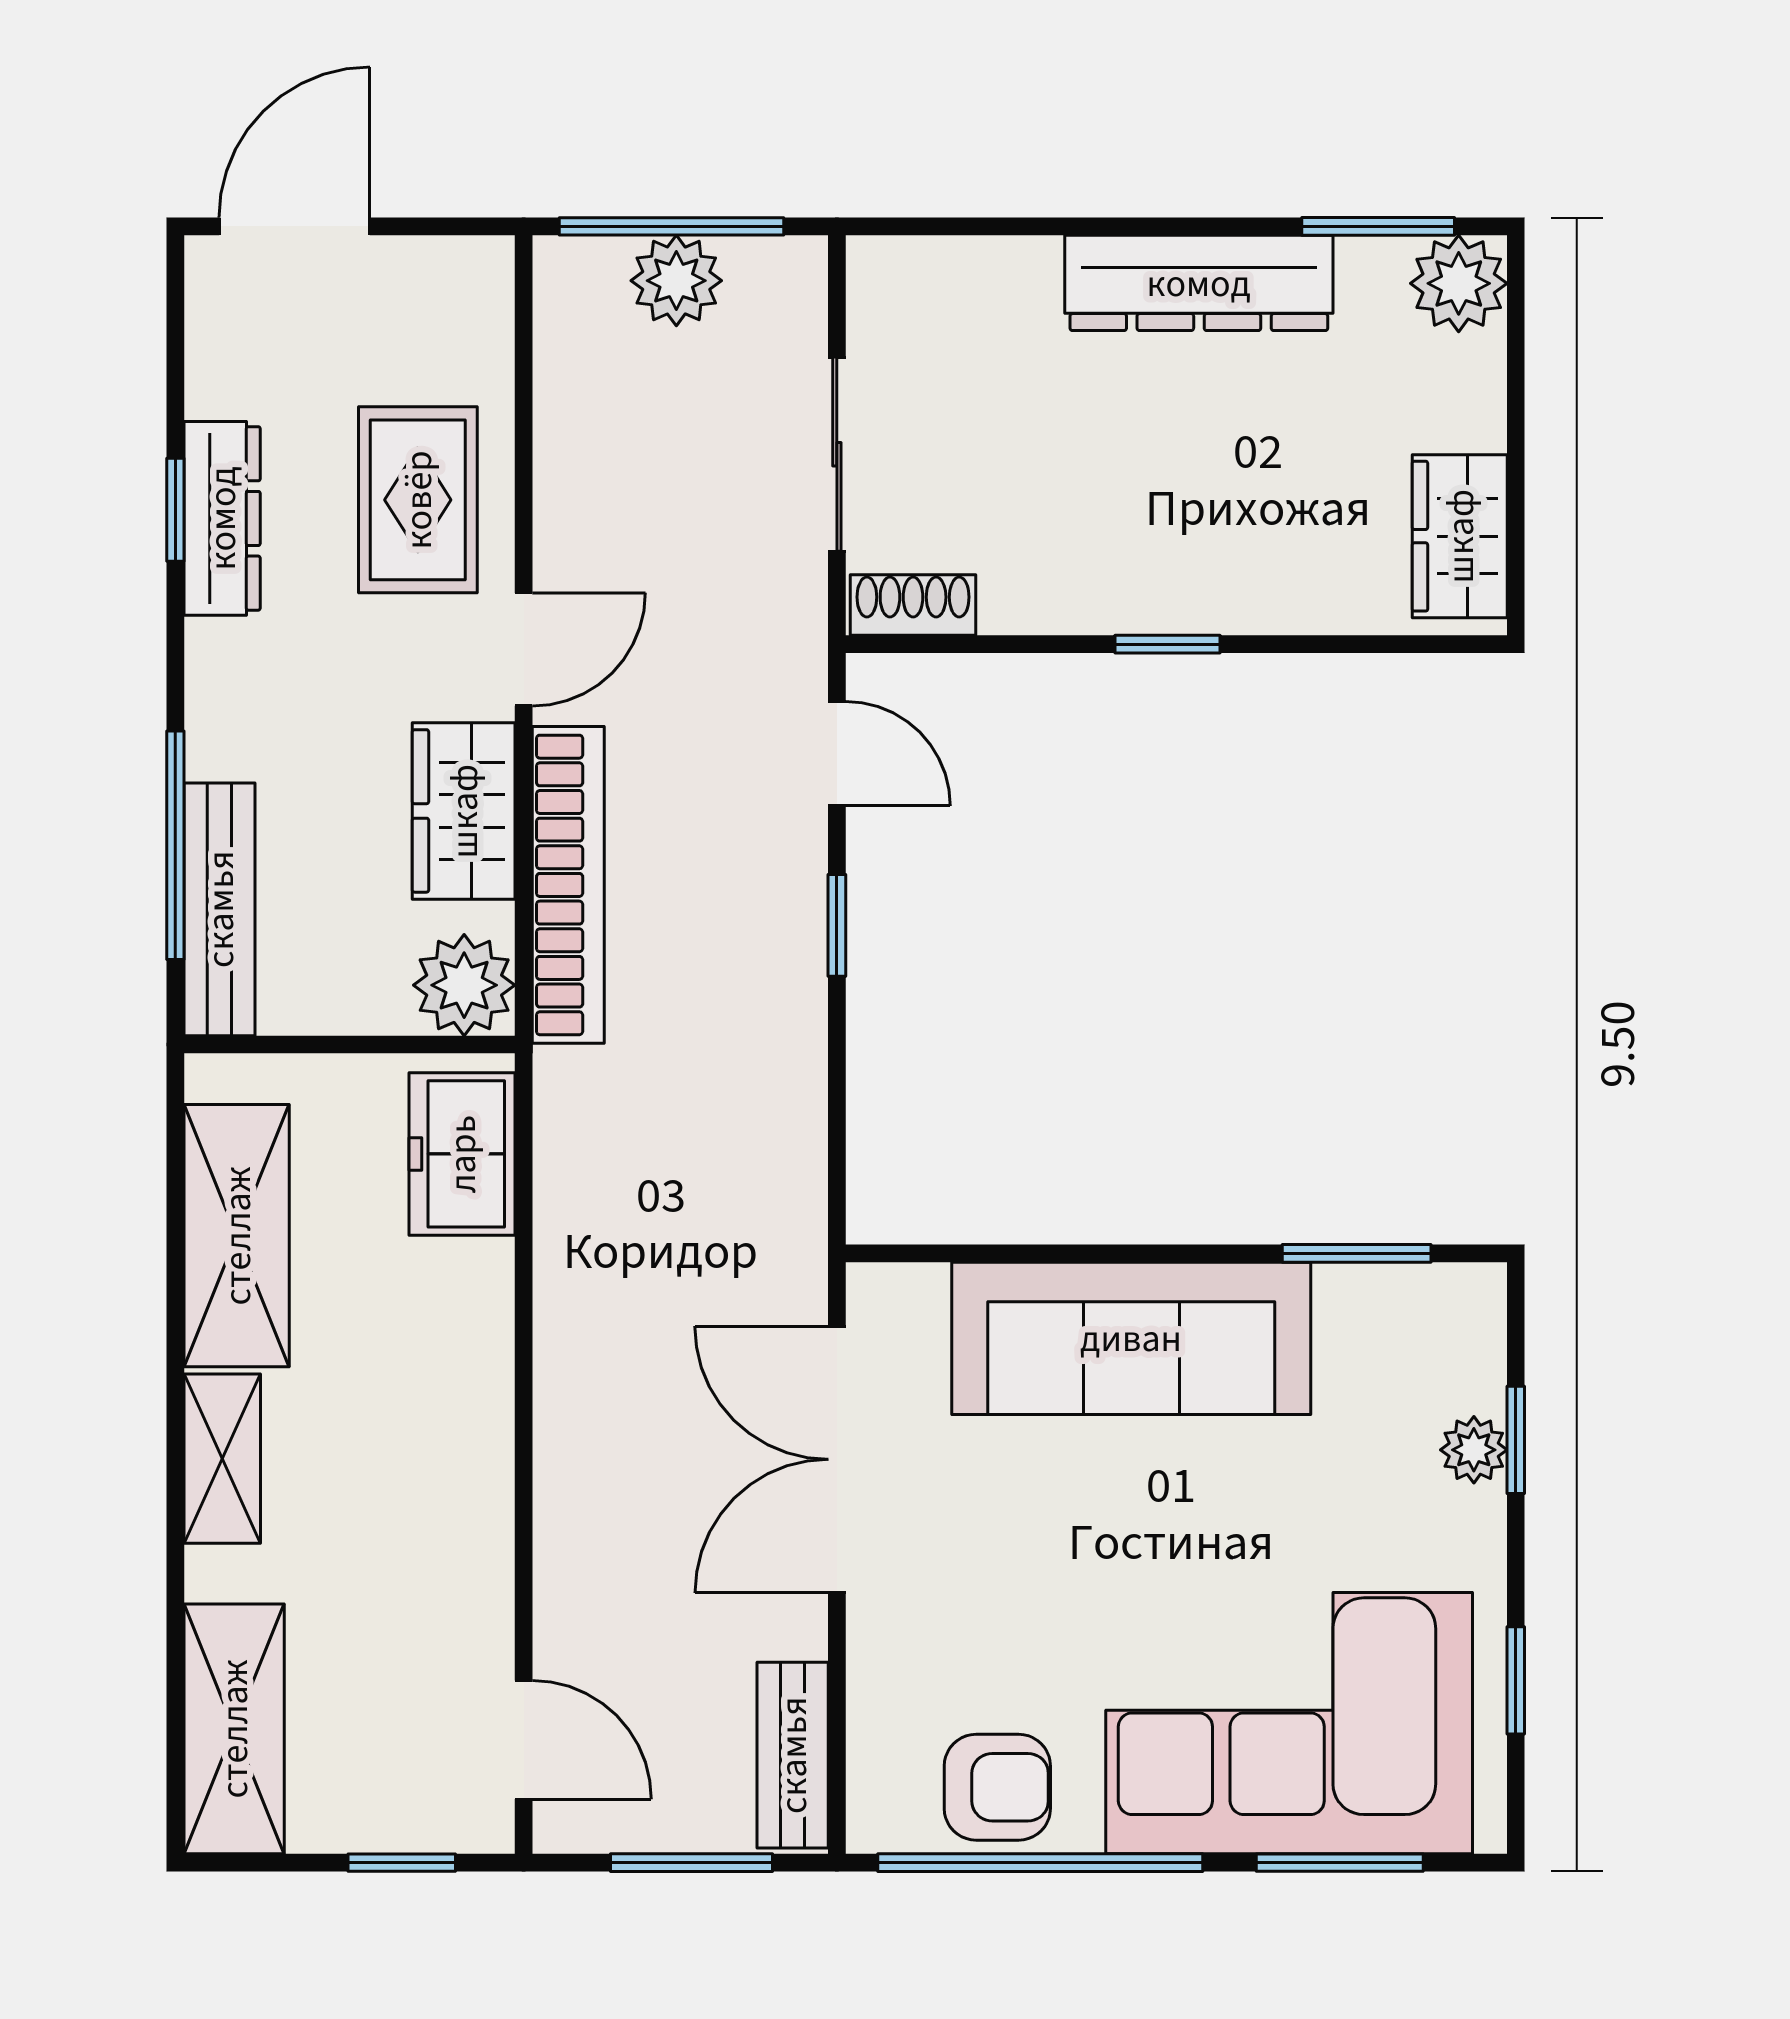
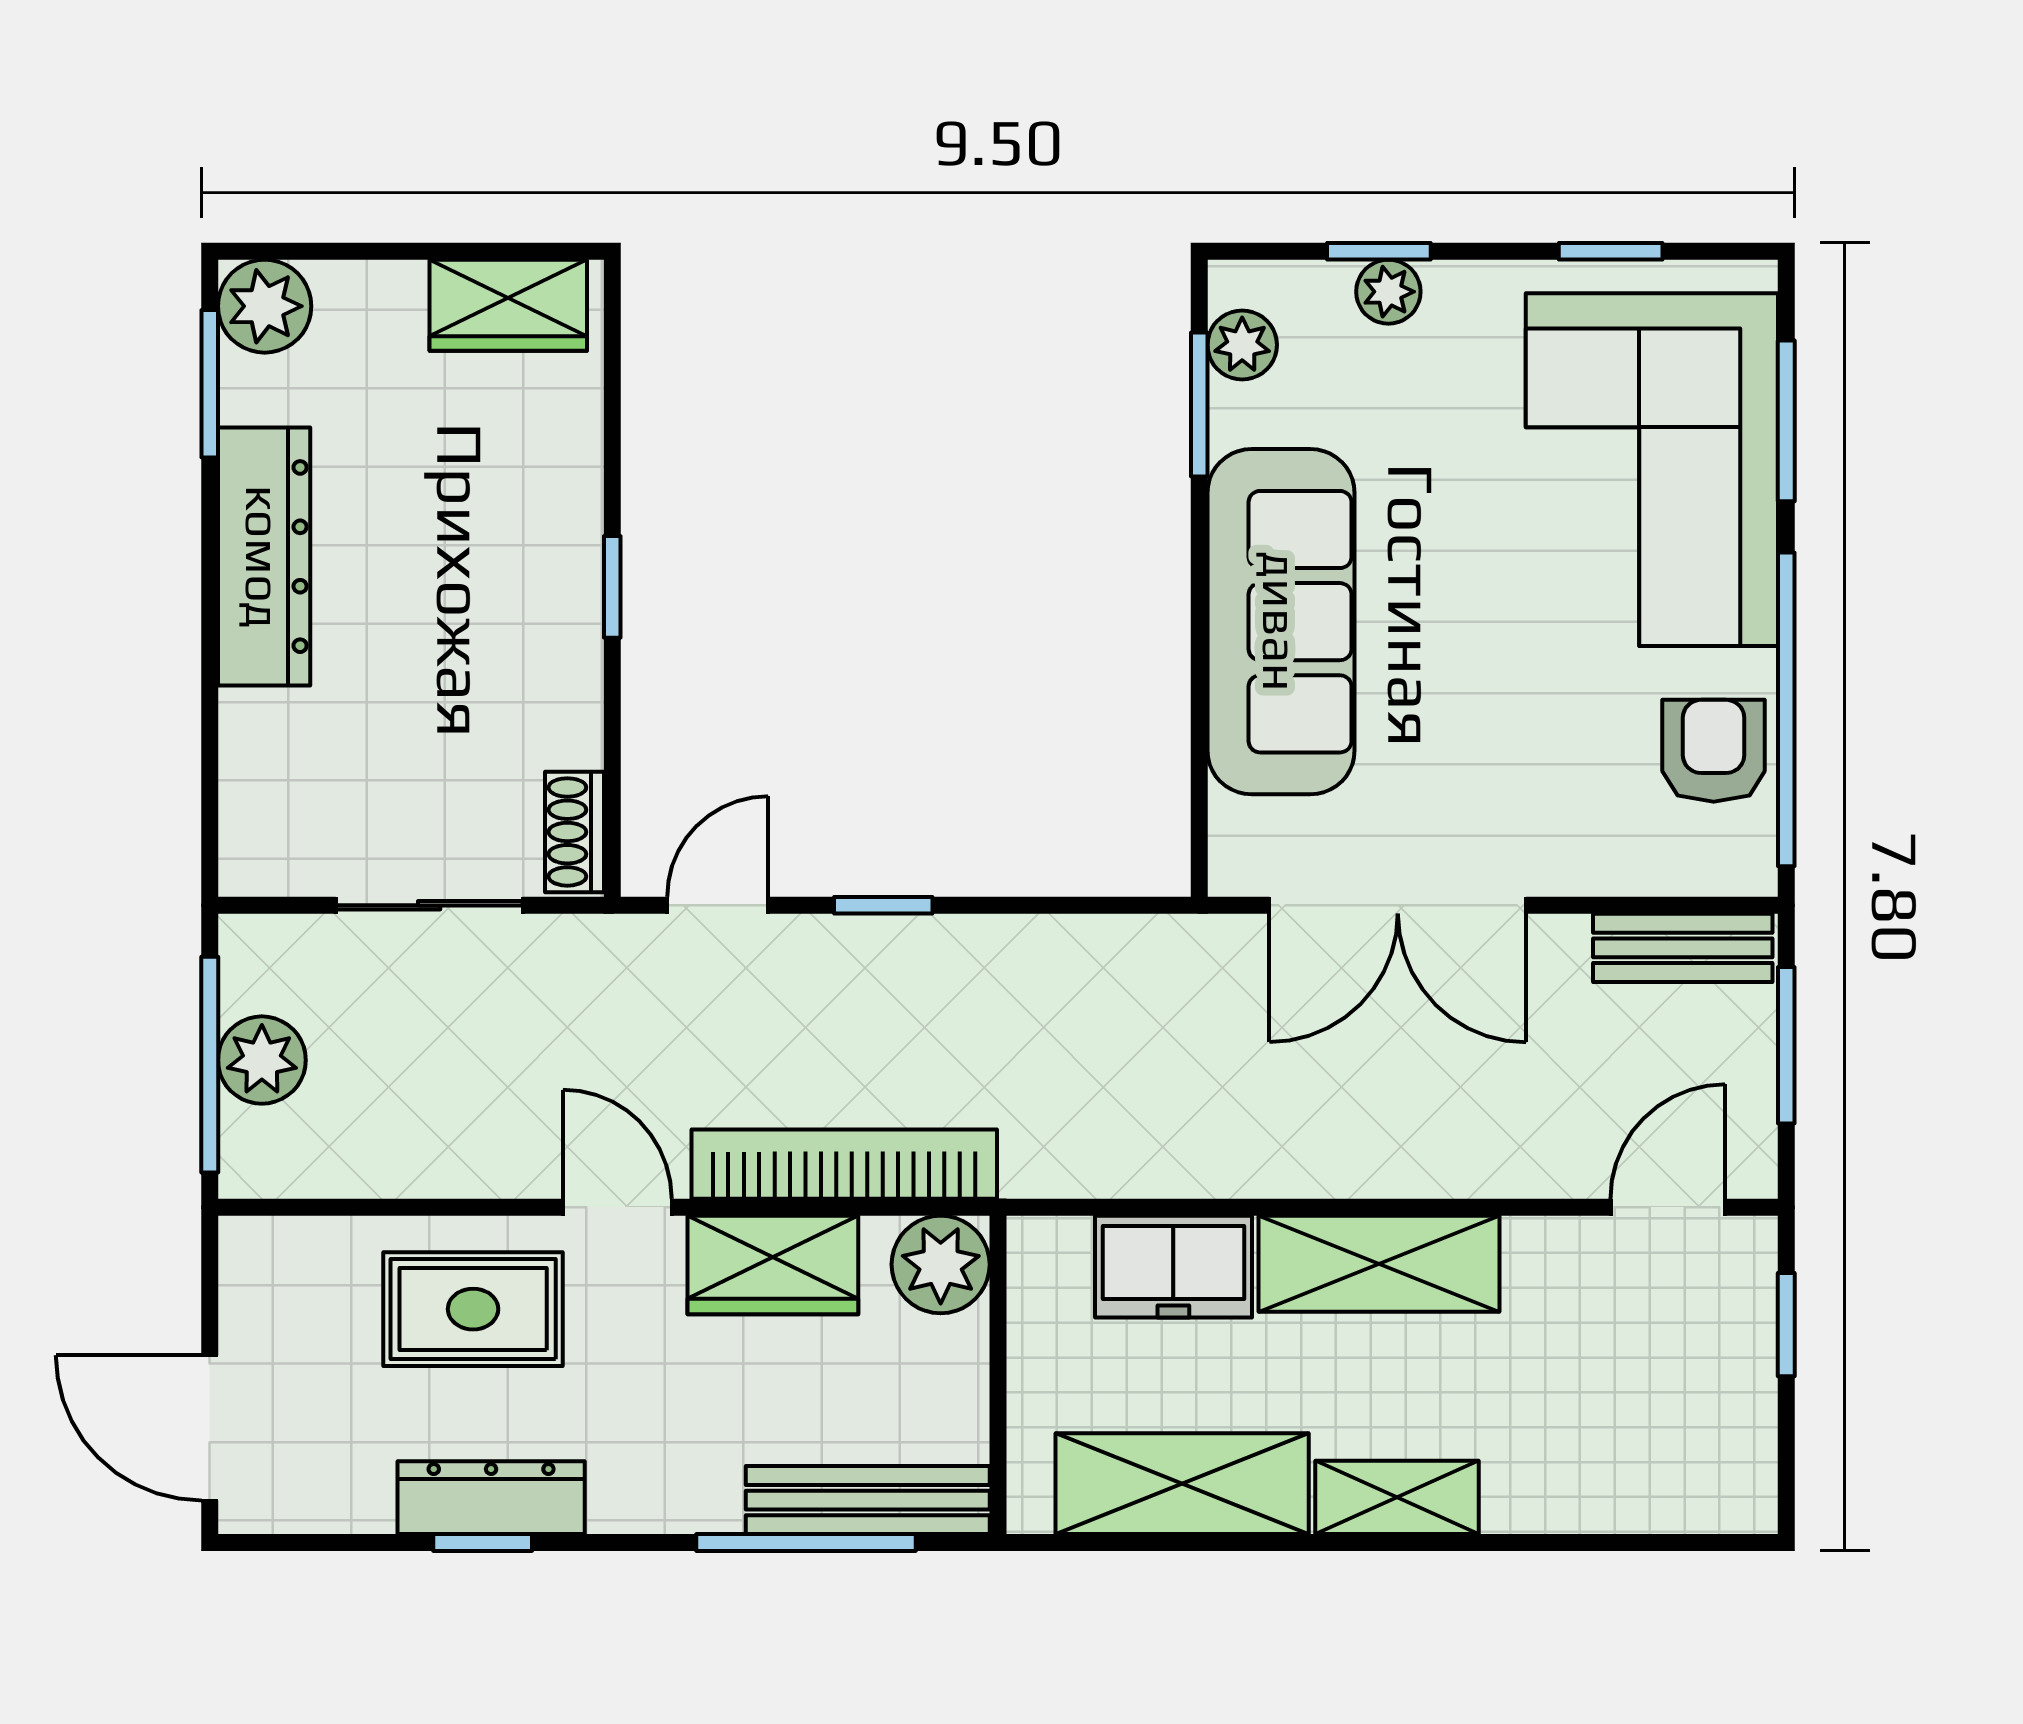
freezer: (462, 1154) -> (1173, 1267), moved
plant: (1418, 1298) -> (1242, 345), added
shelving: (234, 1729) -> (1379, 1264), moved

